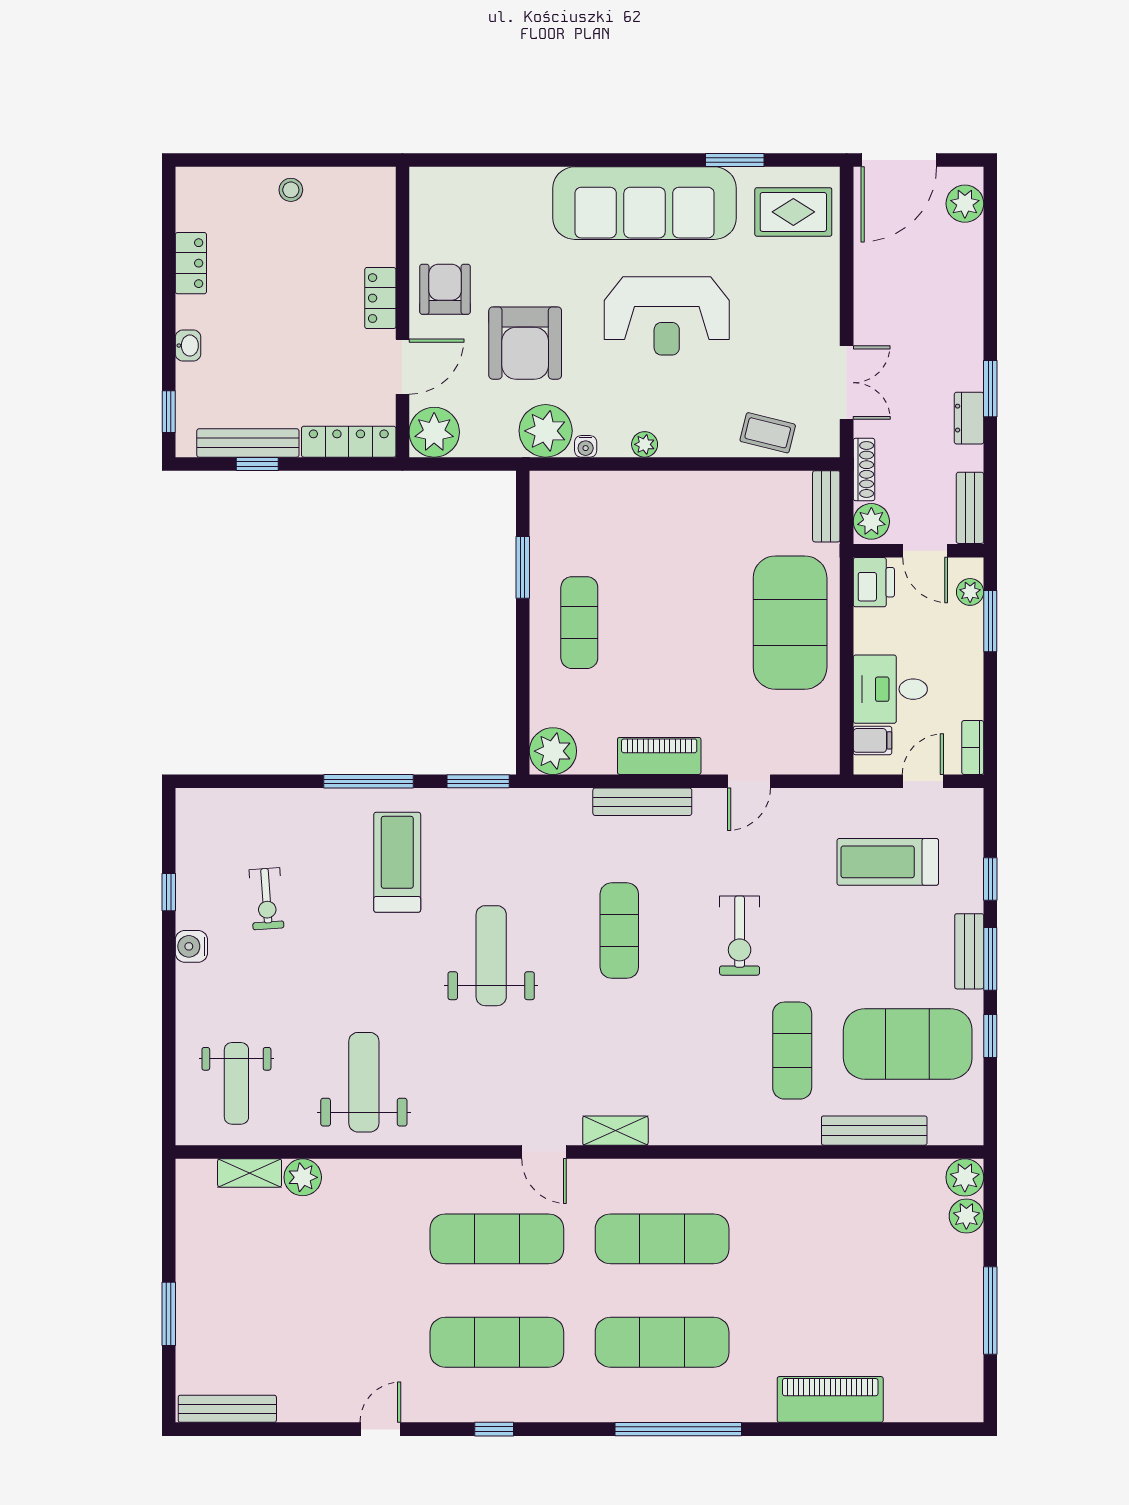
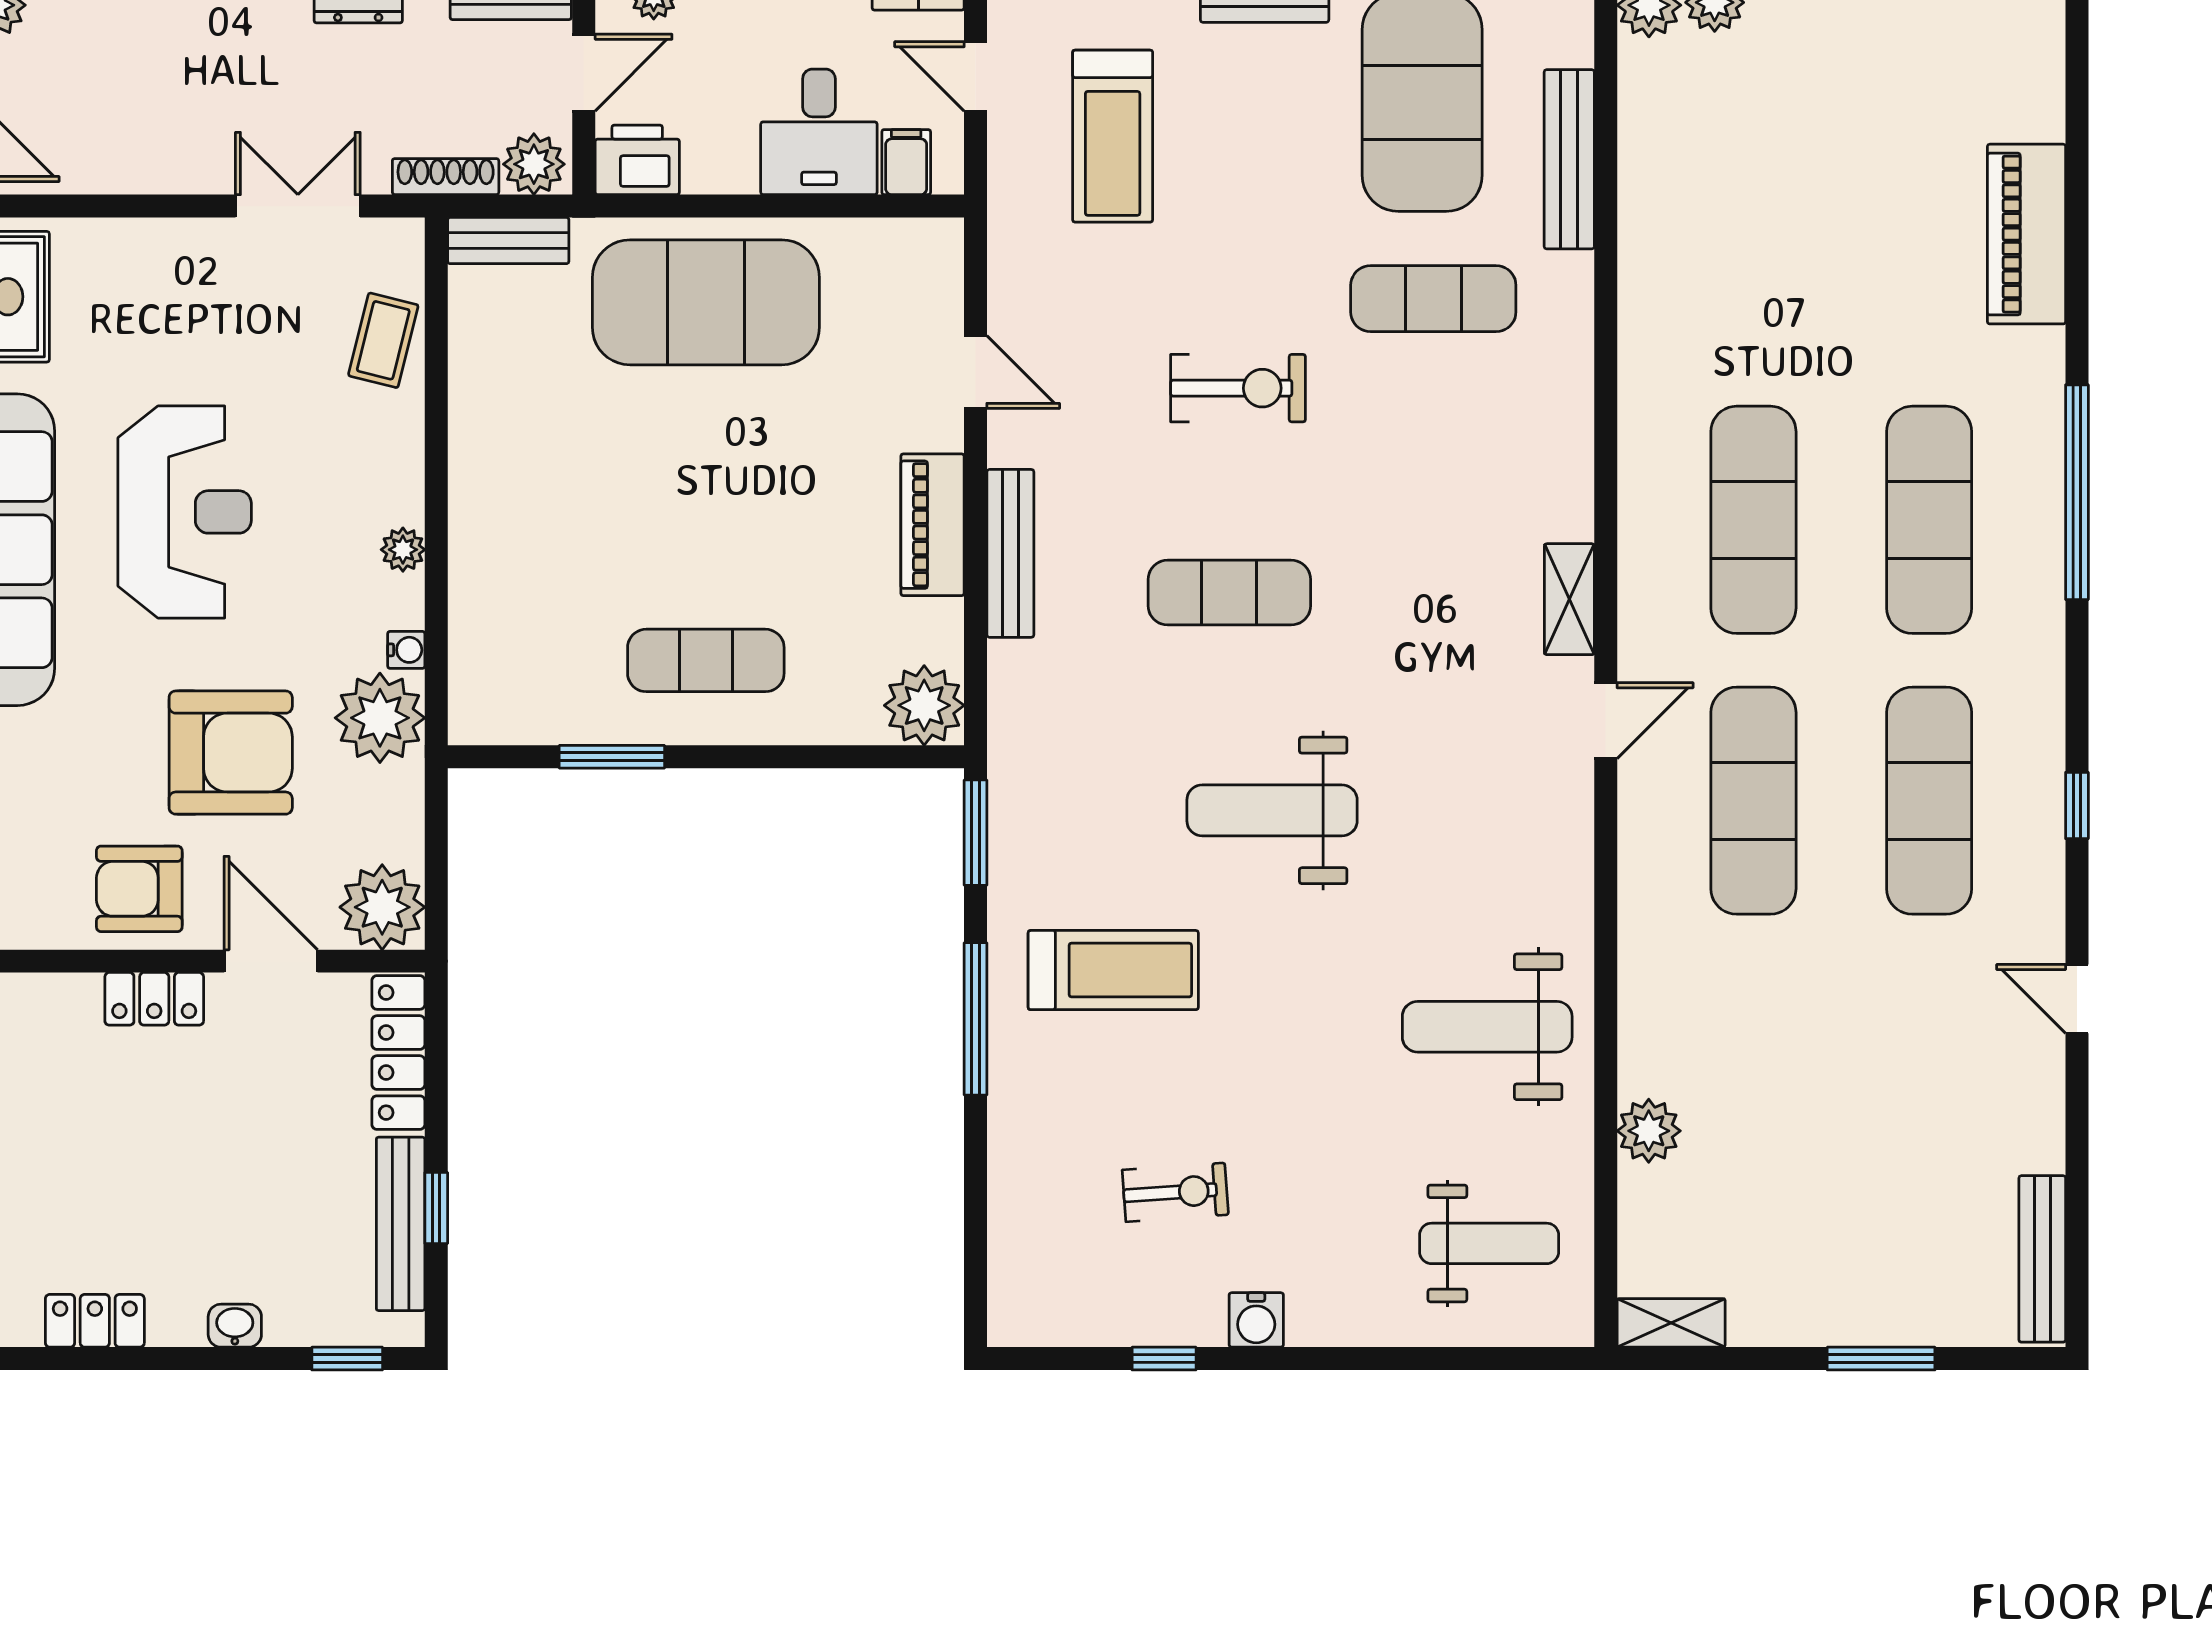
treadmill: (397, 862) -> (1113, 970), turned 180
shelving: (250, 1173) -> (1671, 1323), moved, turned 90

